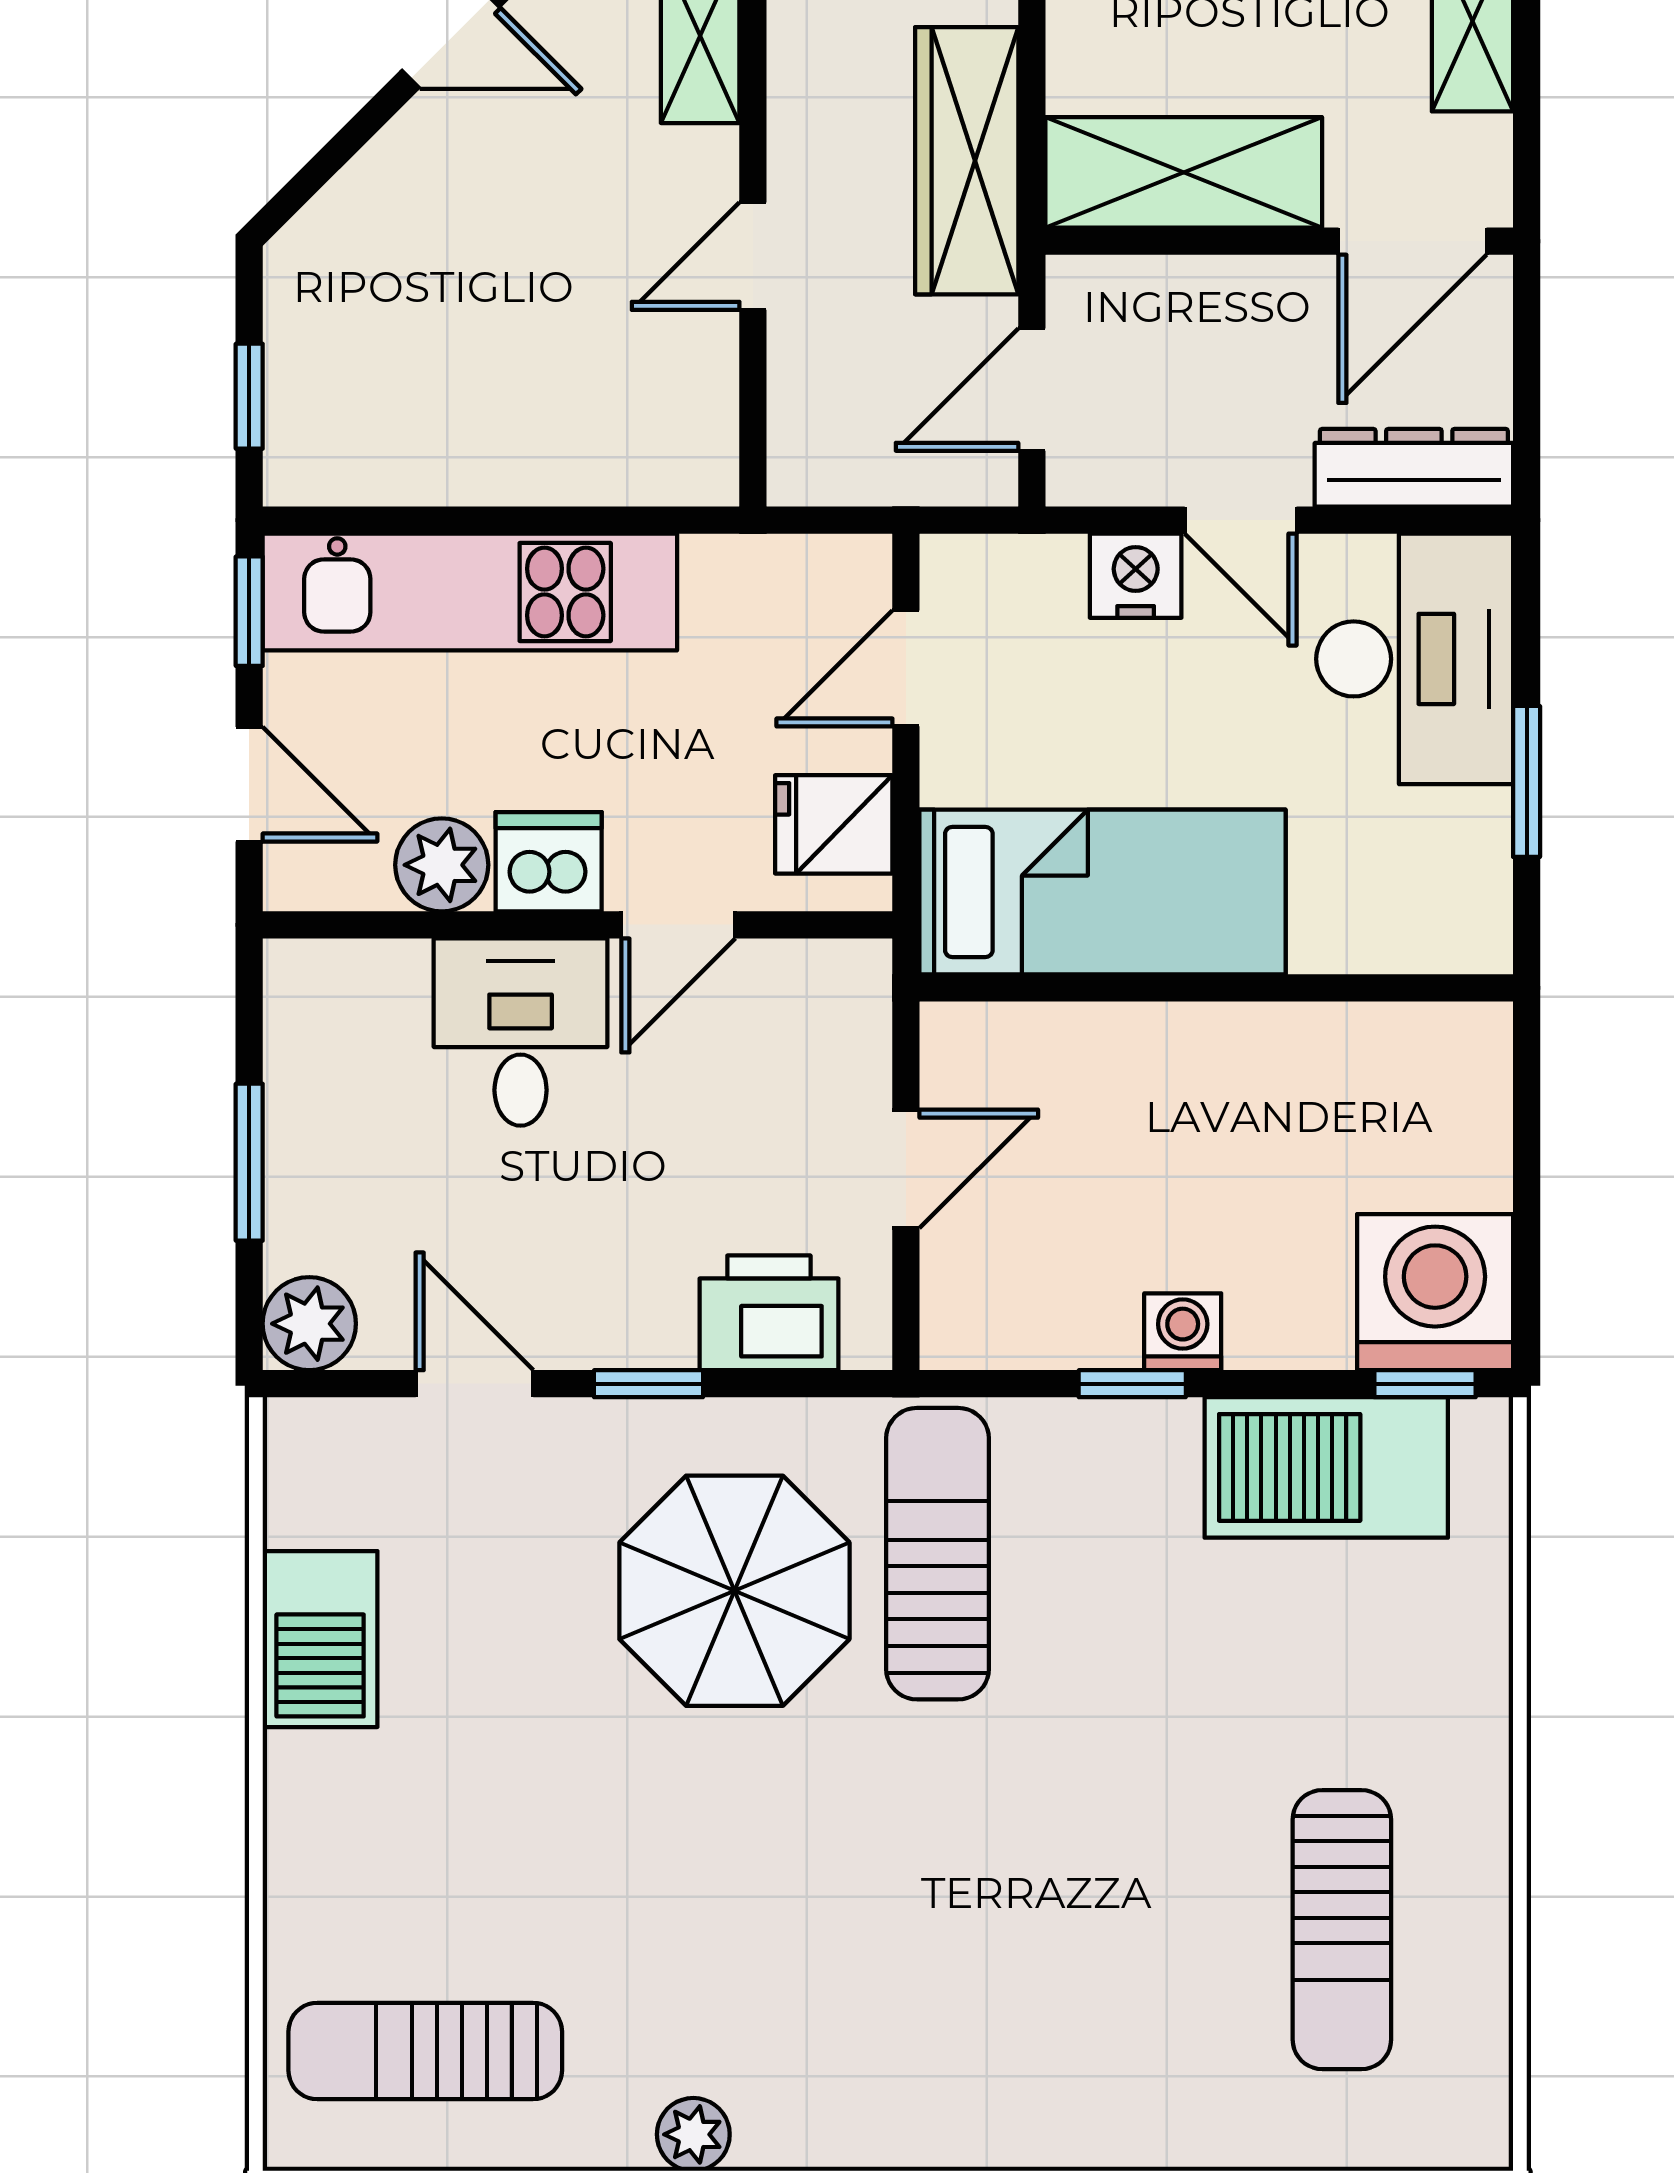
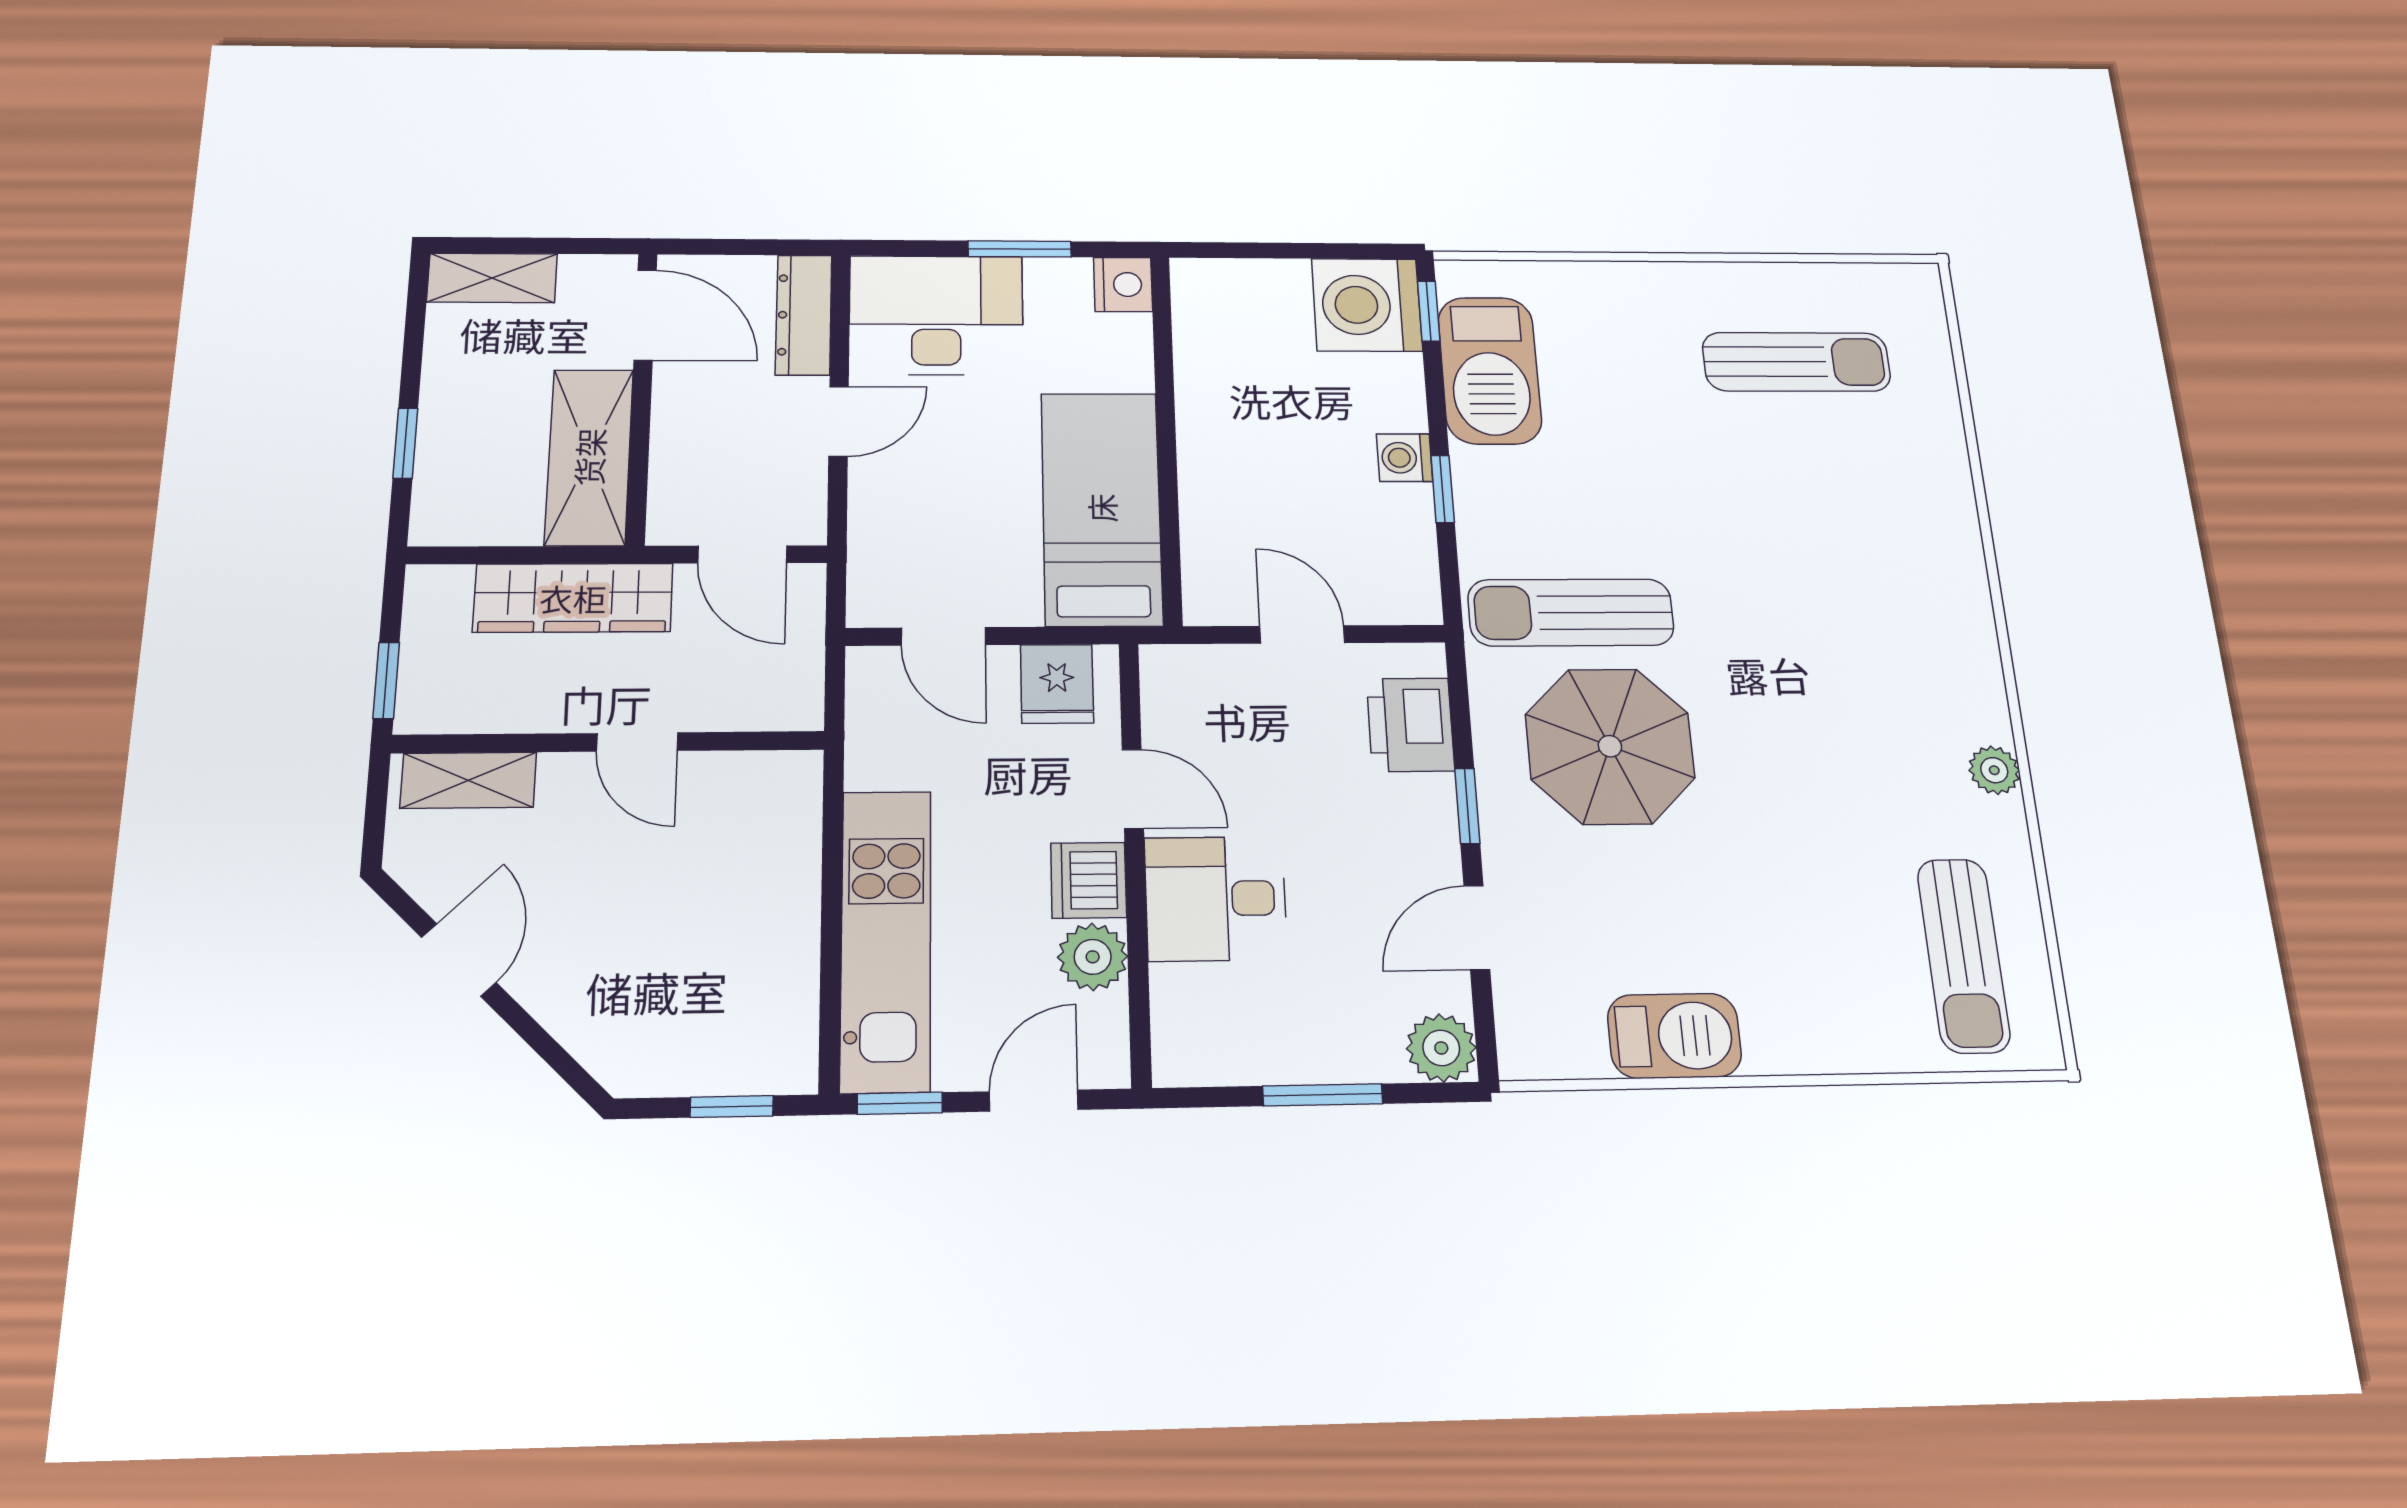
nightstand: (1136, 576) -> (1123, 284), moved, turned 180

